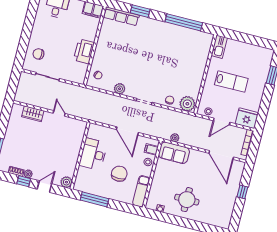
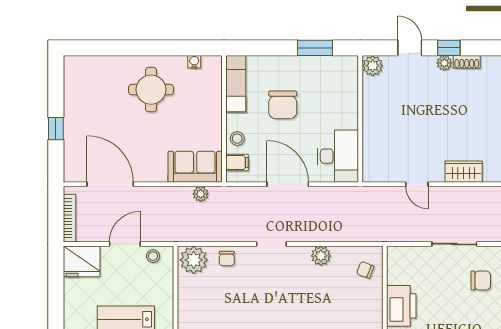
desk: (93, 154) -> (338, 156), moved
door: (44, 187) -> (410, 48), swing flipped
window: (94, 199) -> (315, 48), width x0.69

